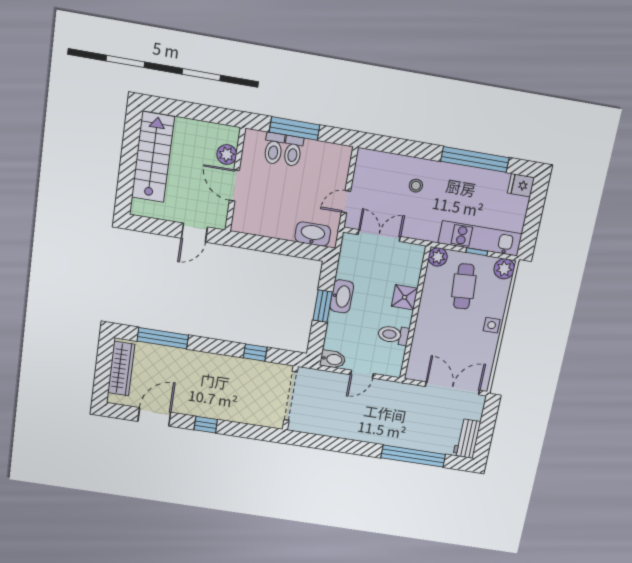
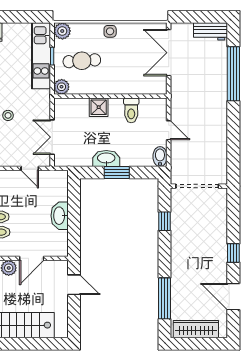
washbasin: (313, 234) -> (60, 216), moved

